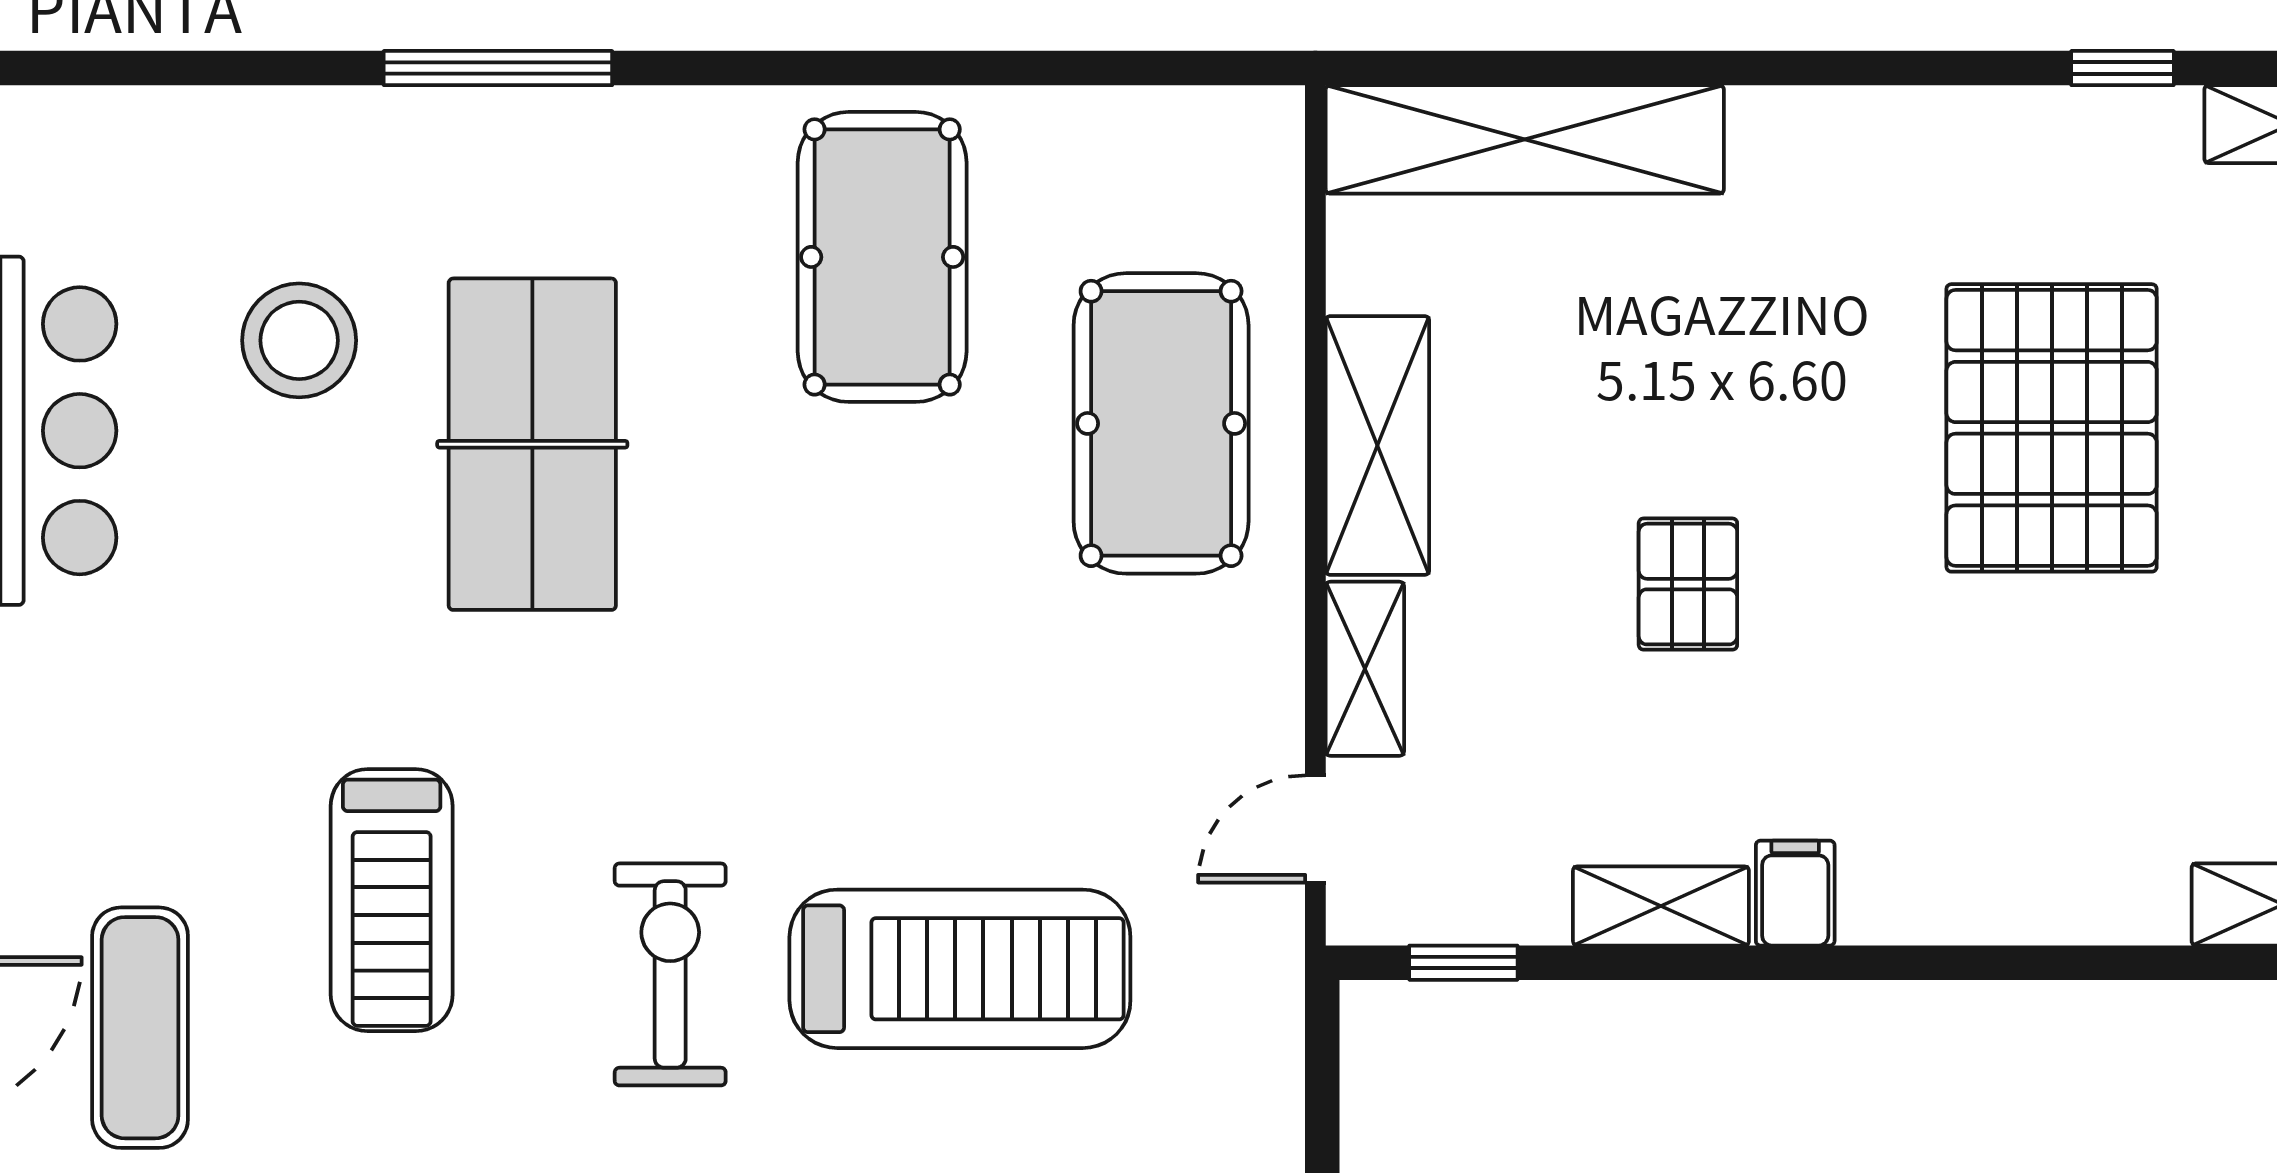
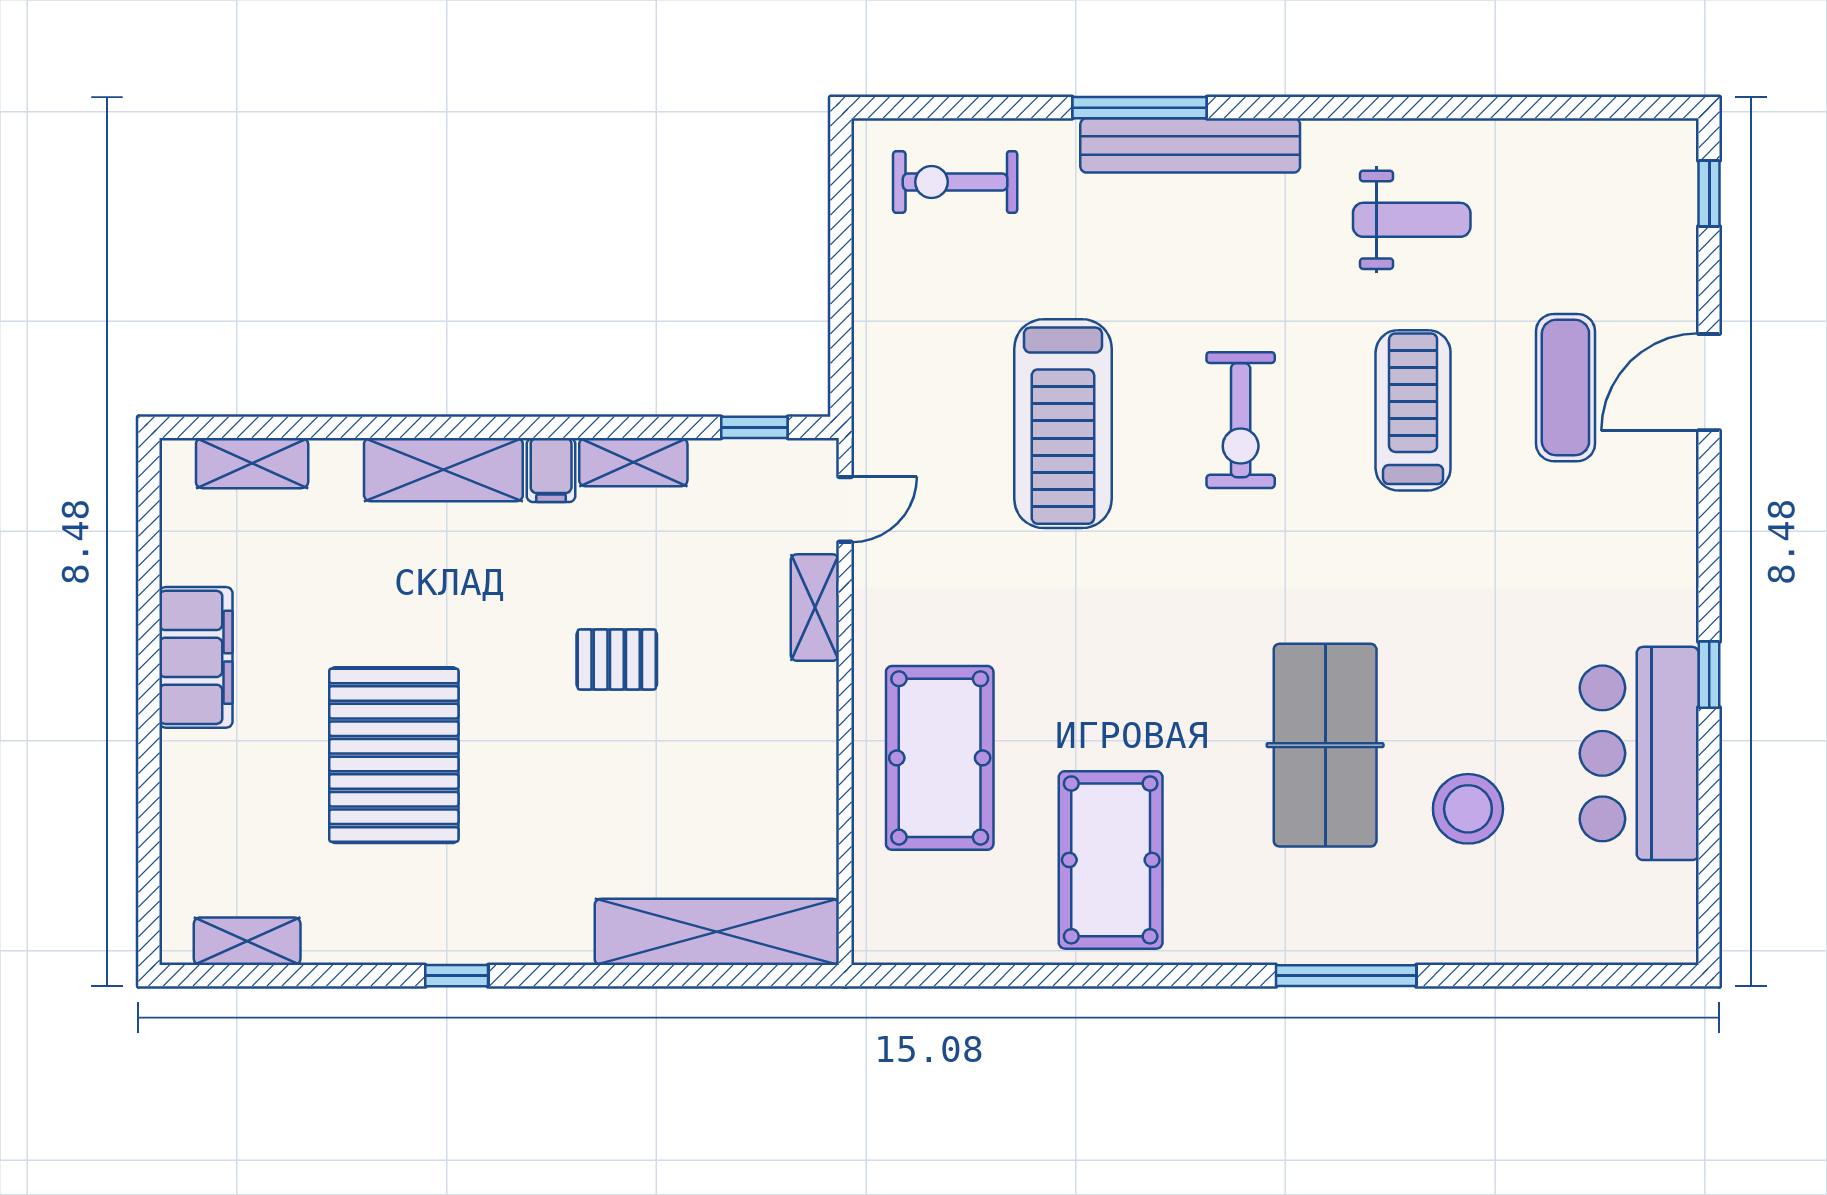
window: (2122, 68) -> (457, 976), moved
shelving: (1377, 445) -> (443, 470), moved, turned 90
pallet: (1688, 584) -> (617, 659), turned 90
treadmill: (392, 900) -> (1413, 410), moved
treadmill: (960, 969) -> (1063, 424), turned -90

